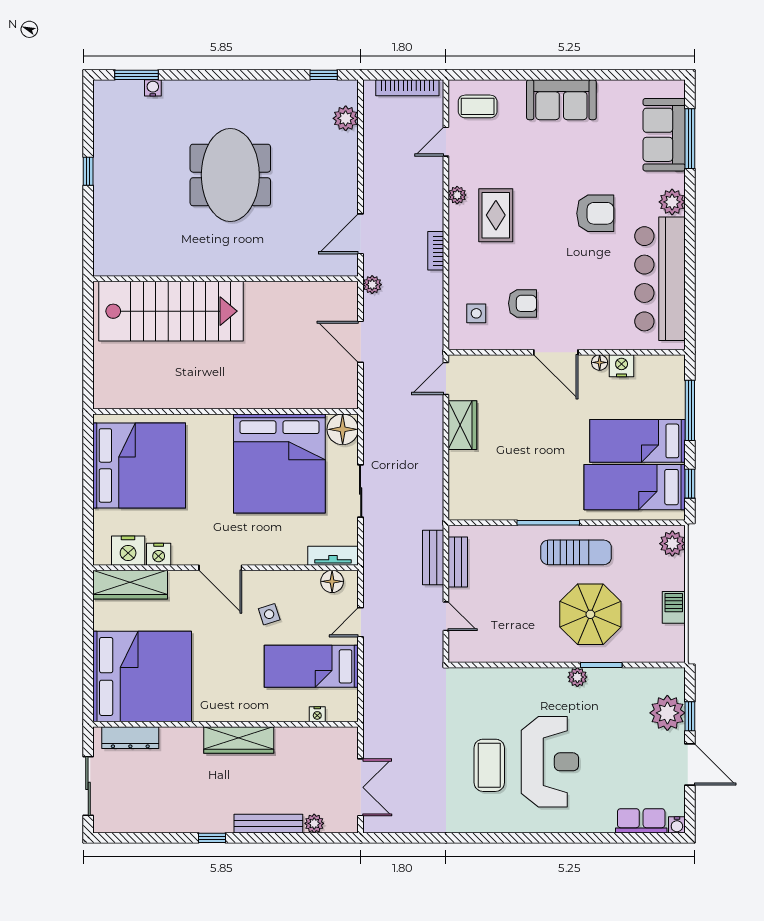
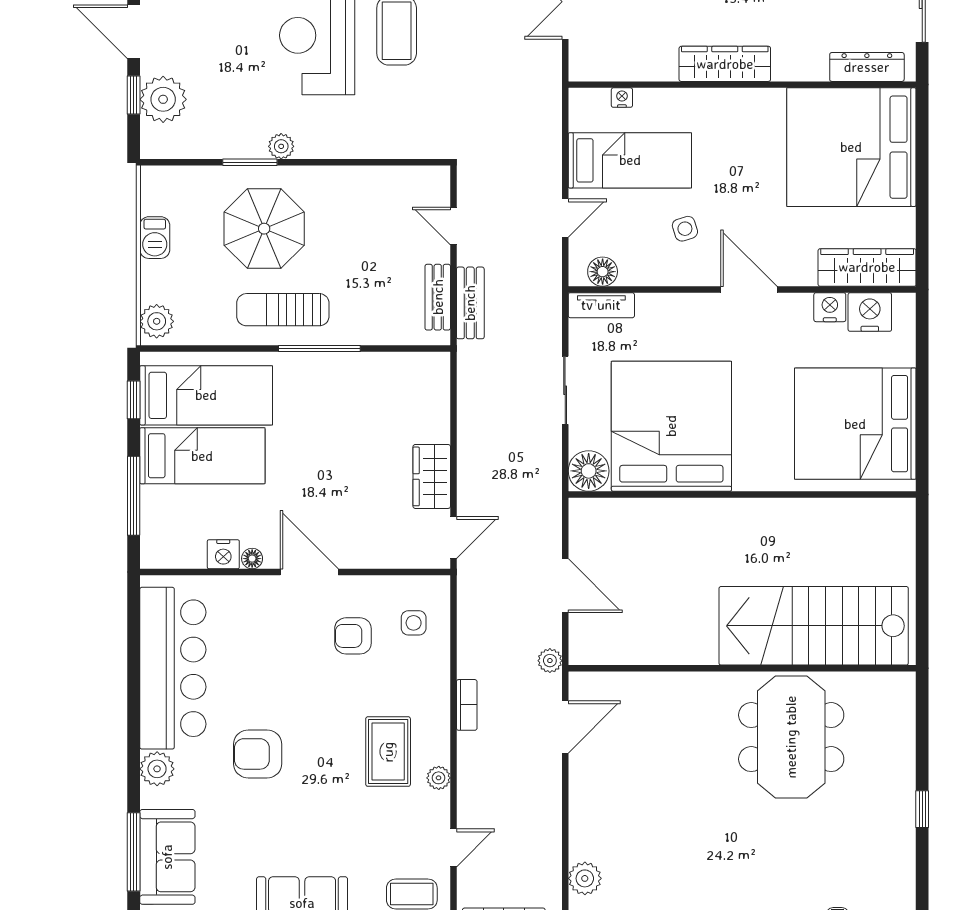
meeting table: (230, 175) -> (791, 737), moved

